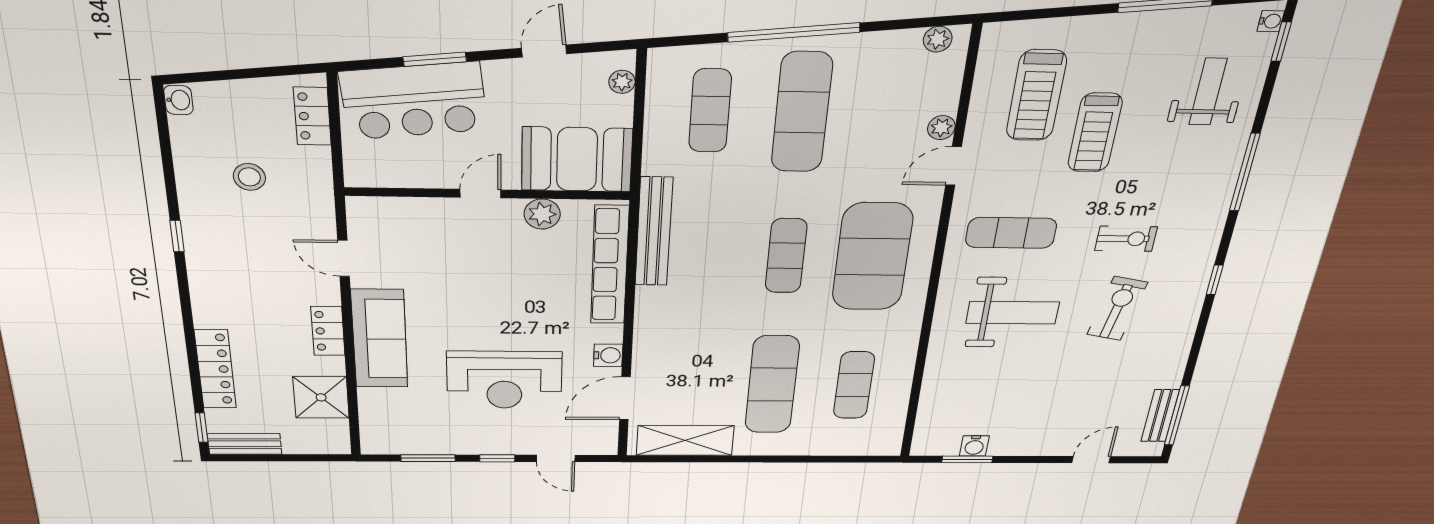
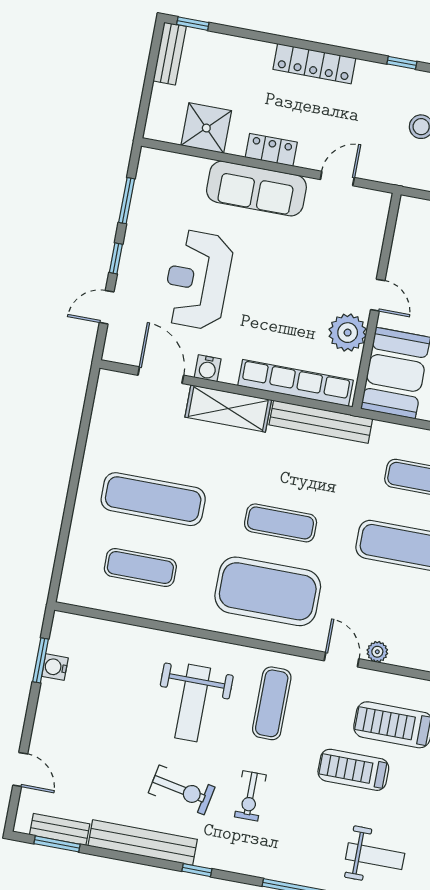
plant: (542, 214) -> (348, 333), width x1.36, depth x1.36
window: (177, 236) -> (402, 63), moved
bench: (1179, 337) -> (143, 843), added
locker: (215, 369) -> (314, 64), moved
window: (1177, 416) -> (57, 844), width x0.69
shelving: (685, 441) -> (228, 408), moved, turned 90

